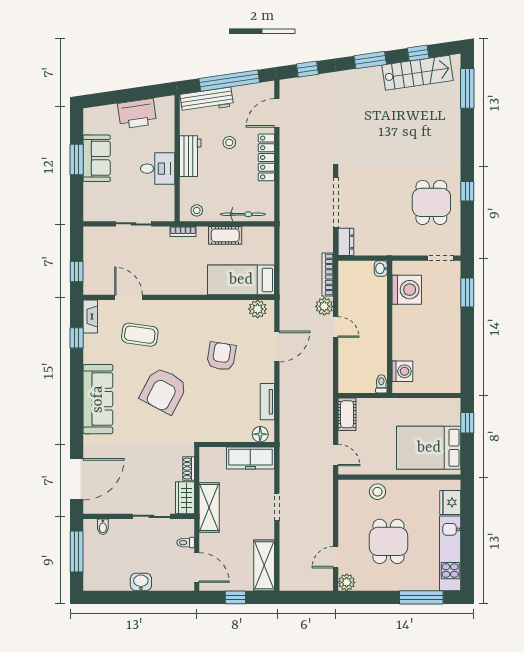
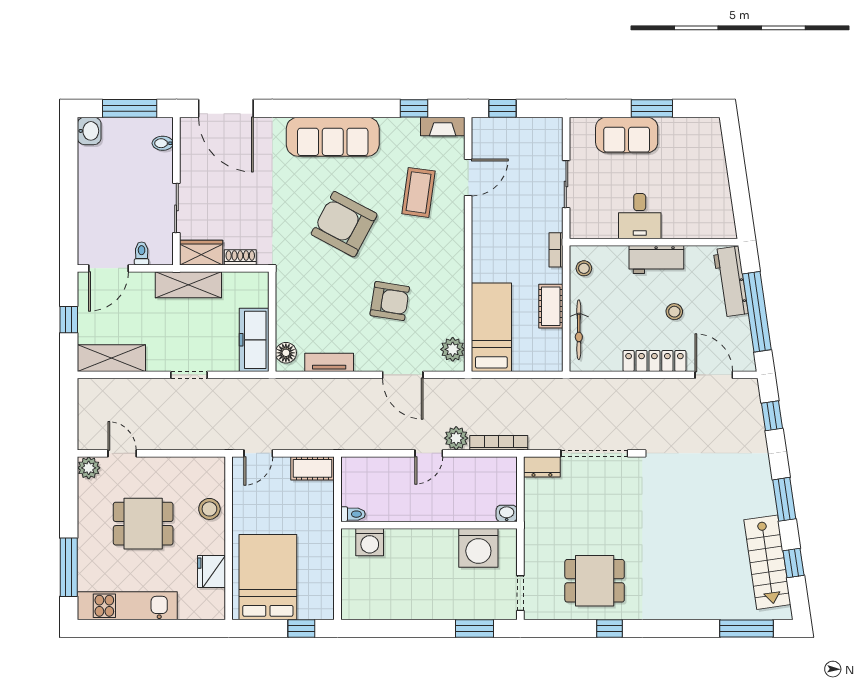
printer: (137, 114) -> (713, 189), removed
sofa: (97, 158) -> (627, 135), moved
fridge: (450, 502) -> (211, 572), moved, turned -90
washbasin: (141, 582) -> (89, 131), moved

